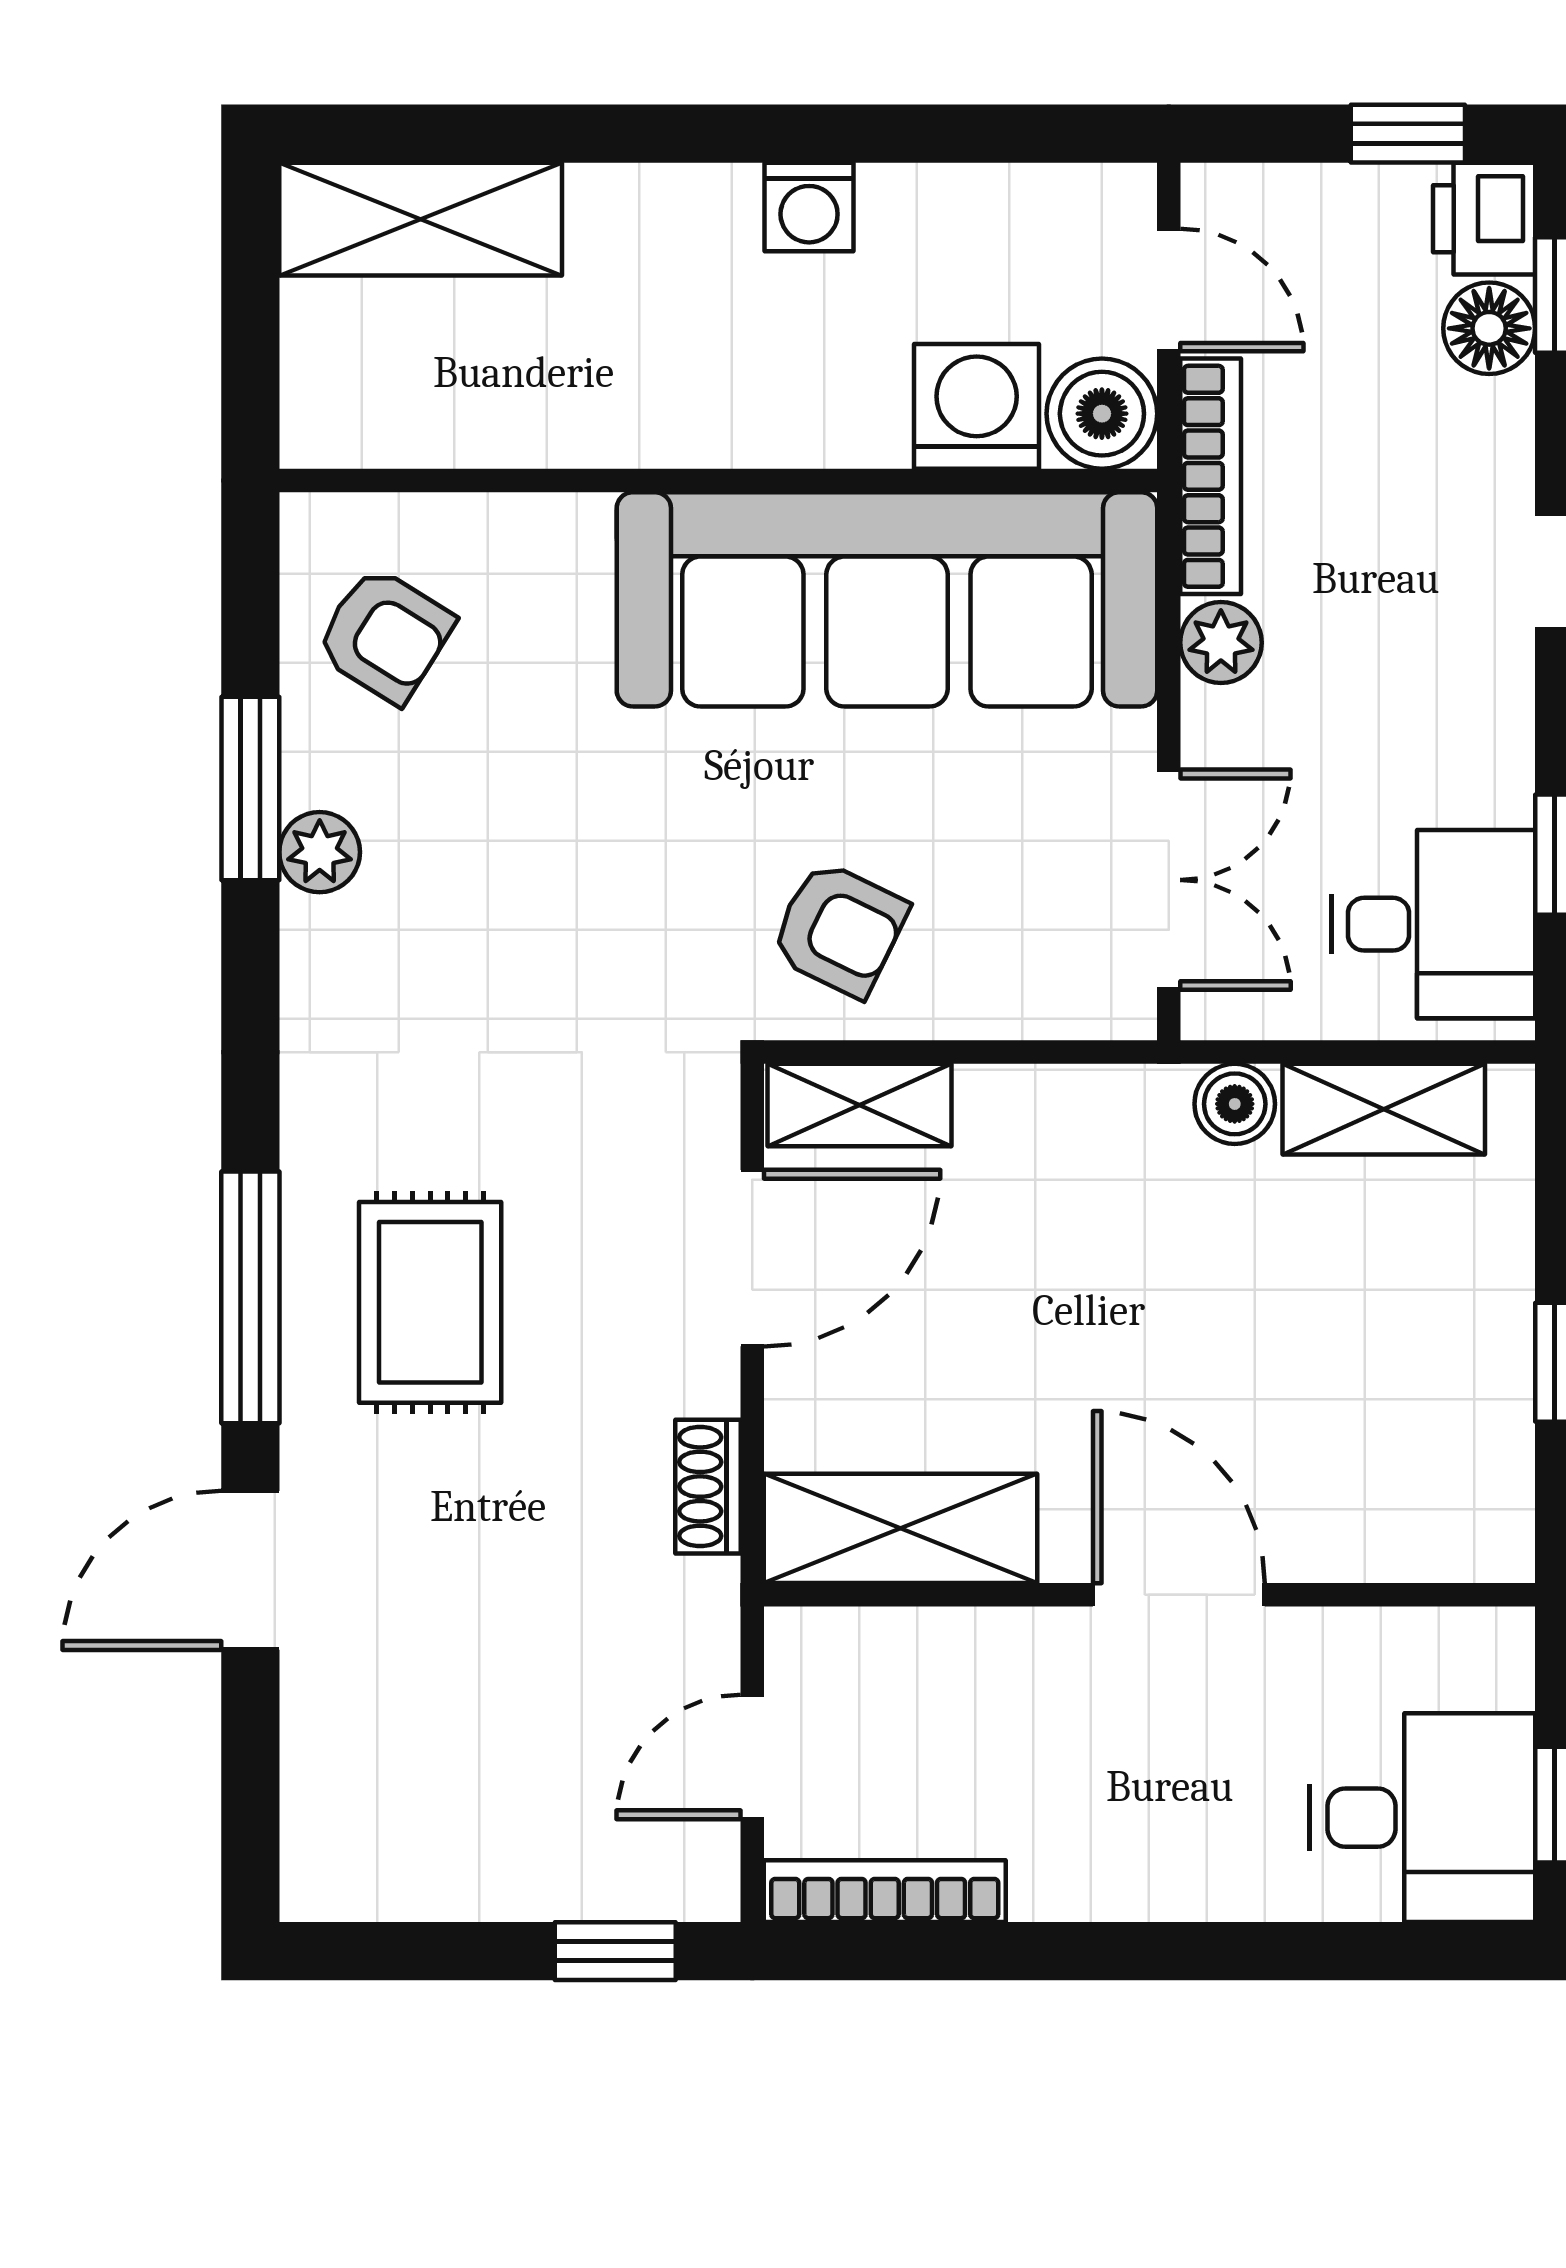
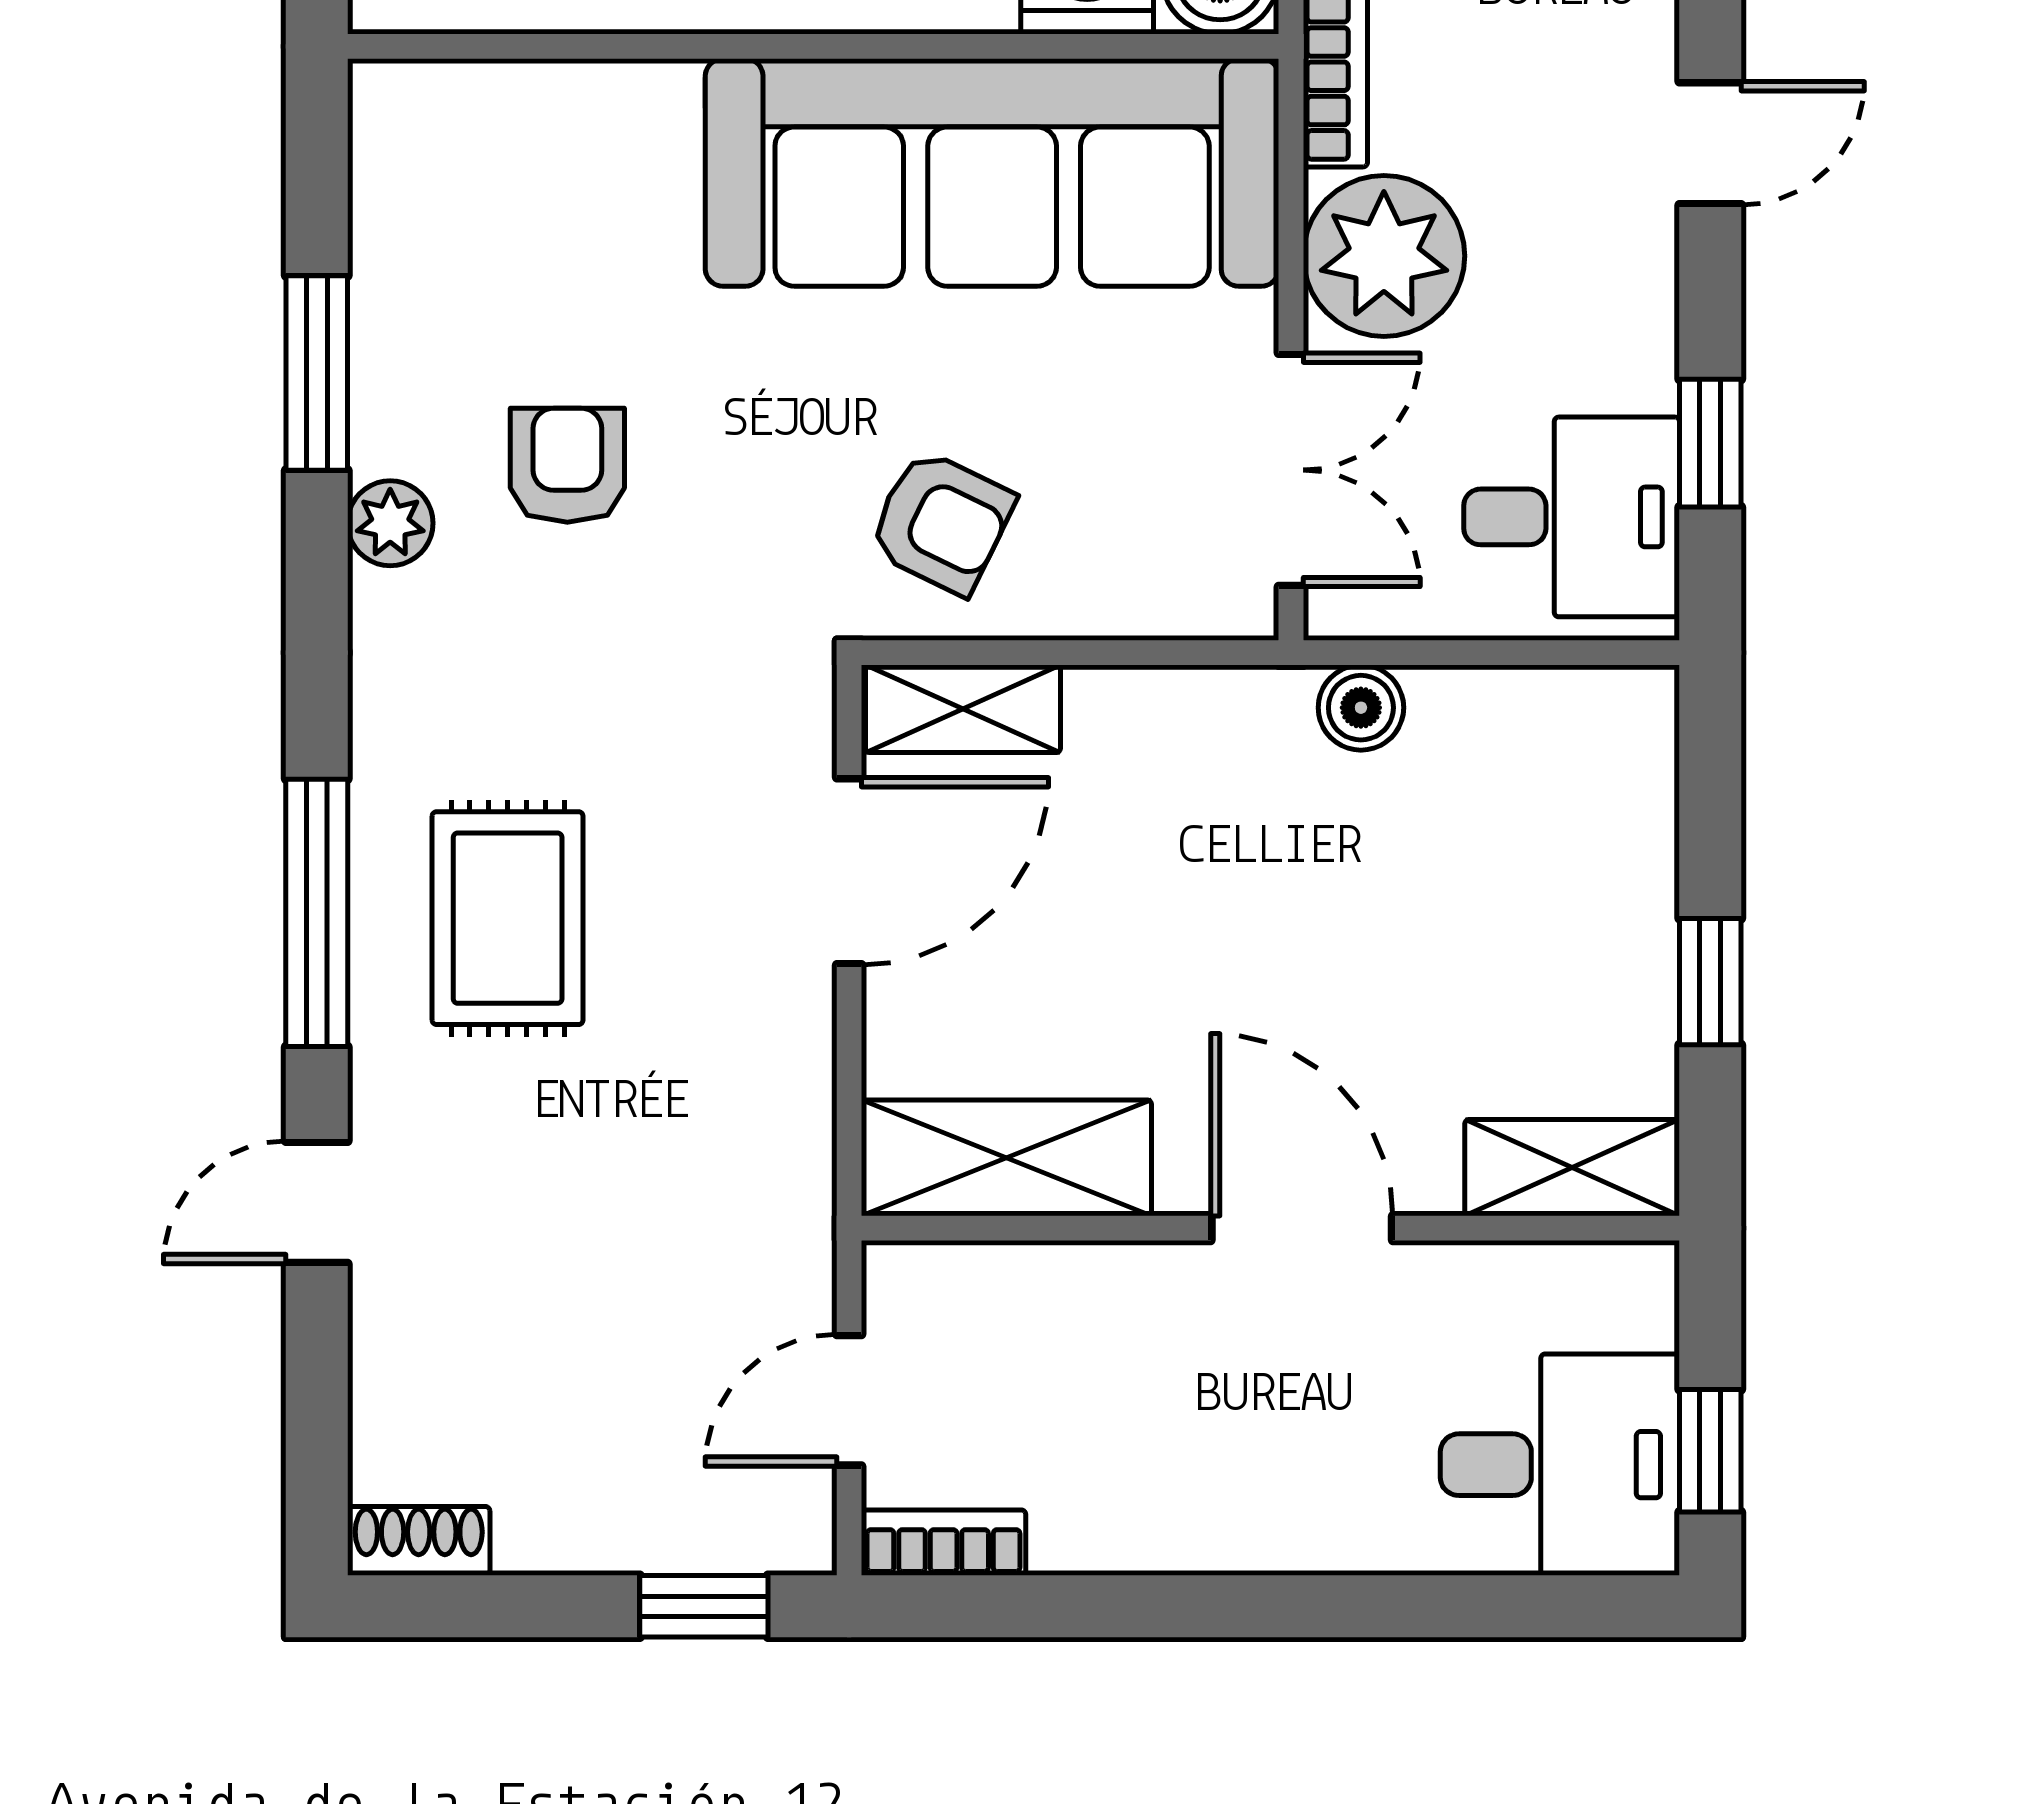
armchair: (385, 635) -> (567, 465), moved, turned -122
plant: (1221, 643) -> (1384, 256), width x1.87, depth x1.87
plant: (320, 852) -> (390, 523), moved
shelving: (1384, 1109) -> (1572, 1168), moved
shoe rack: (708, 1487) -> (419, 1541), moved, turned 90
door: (250, 1570) -> (317, 1202), width x0.73
bookcase: (885, 1891) -> (944, 1543), width x0.64

